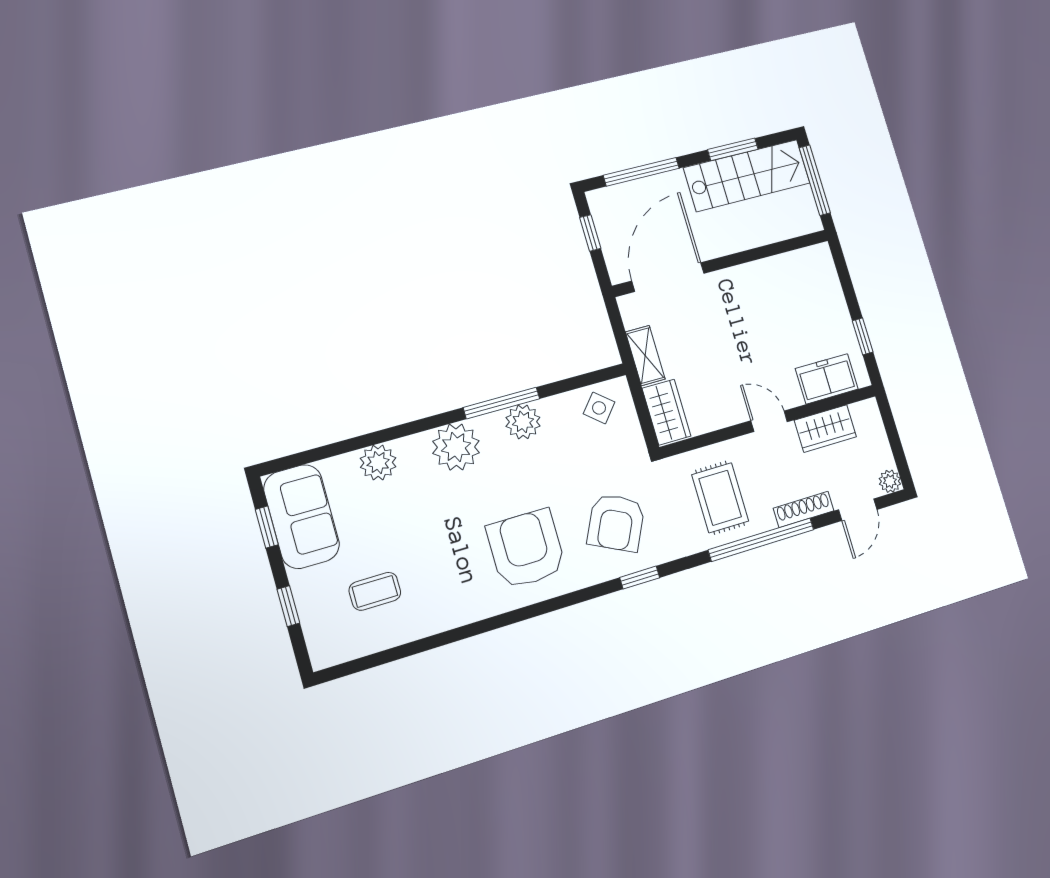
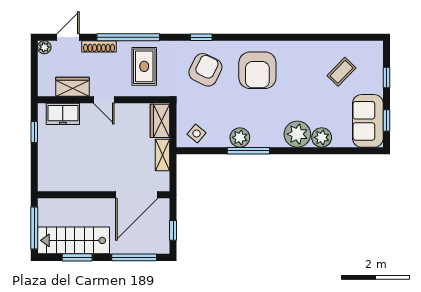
plant: (456, 447) -> (297, 134), moved
coffee table: (375, 591) -> (341, 72), turned -46

